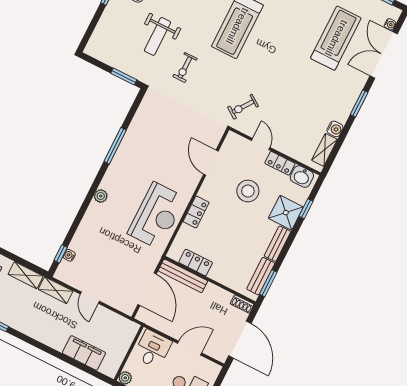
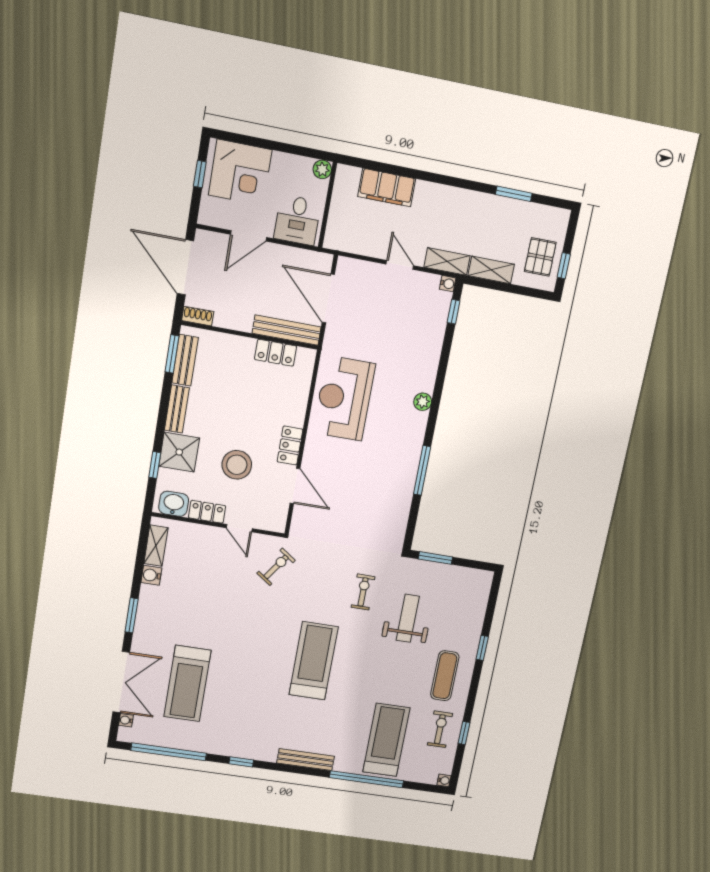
locker: (196, 212) -> (290, 445), moved
water cooler: (69, 255) -> (448, 284), moved

